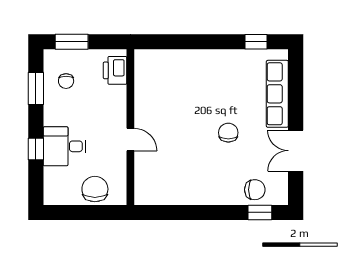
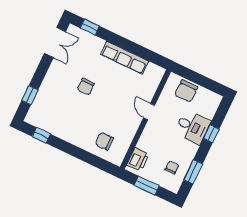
window: (72, 42) -> (147, 186), moved
window: (296, 87) -> (30, 95), added
row of seats: (277, 94) -> (125, 58), moved, turned 90
double door: (296, 151) -> (55, 42), moved
chair: (255, 190) -> (104, 141), moved

